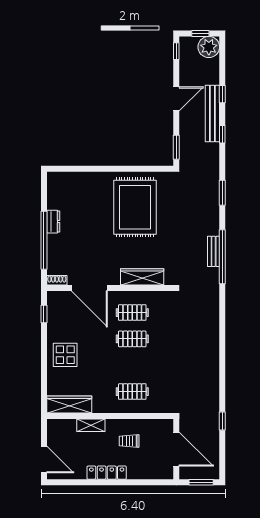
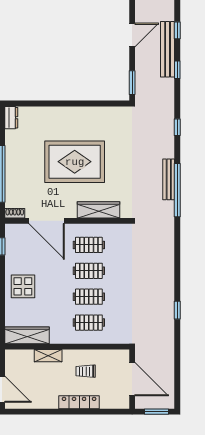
window: (222, 193) -> (177, 127), width x0.67
rug: (135, 207) -> (75, 162), moved, turned 90
dresser: (53, 222) -> (11, 118), moved
bench: (214, 251) -> (169, 179), width x1.36
clothes rail: (132, 365) -> (89, 297), added
window: (222, 421) -> (177, 310), moved
locker: (107, 473) -> (79, 402), moved

